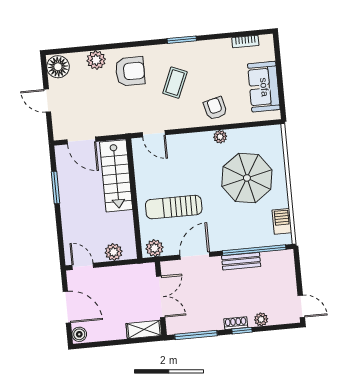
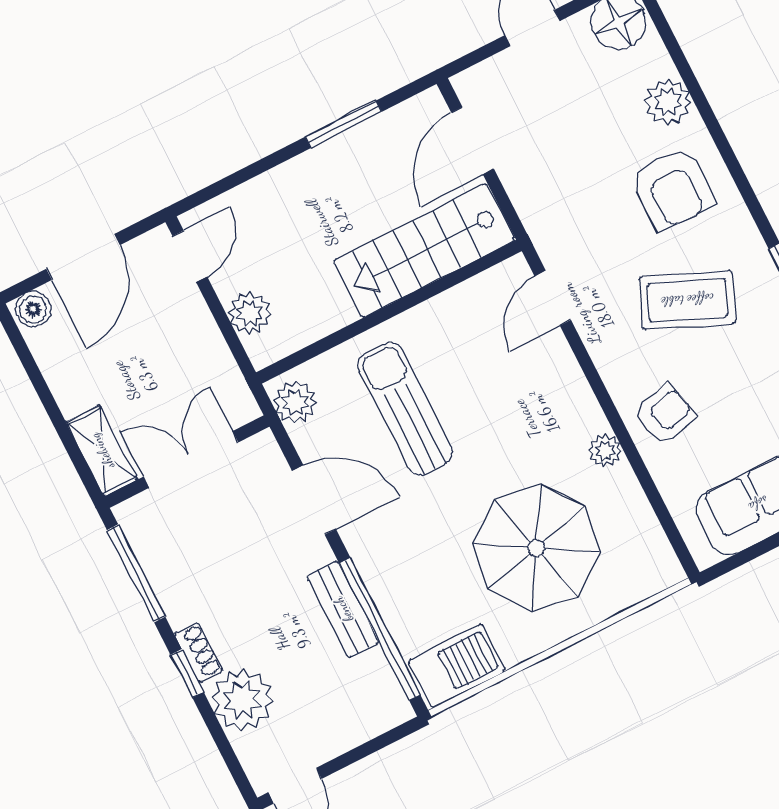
coffee table: (175, 83) -> (687, 300), width x1.36, depth x1.30
barbecue: (282, 221) -> (457, 666), width x1.38, depth x1.27
double door: (161, 297) -> (191, 460), swing flipped
plant: (261, 319) -> (242, 700), width x1.87, depth x1.87

